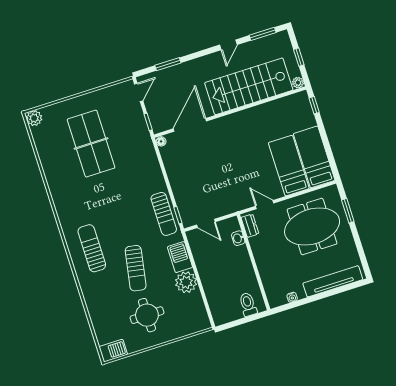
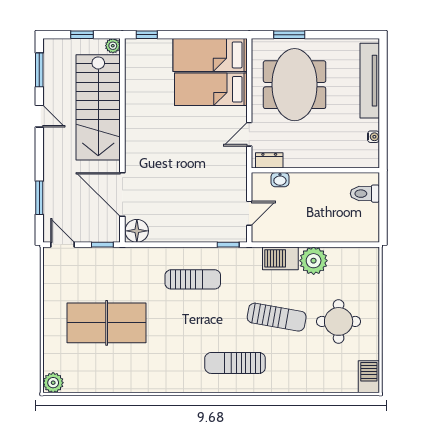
floor lamp: (161, 141) -> (137, 231), width x1.89, depth x1.89
sun lounger: (164, 214) -> (193, 279), moved

